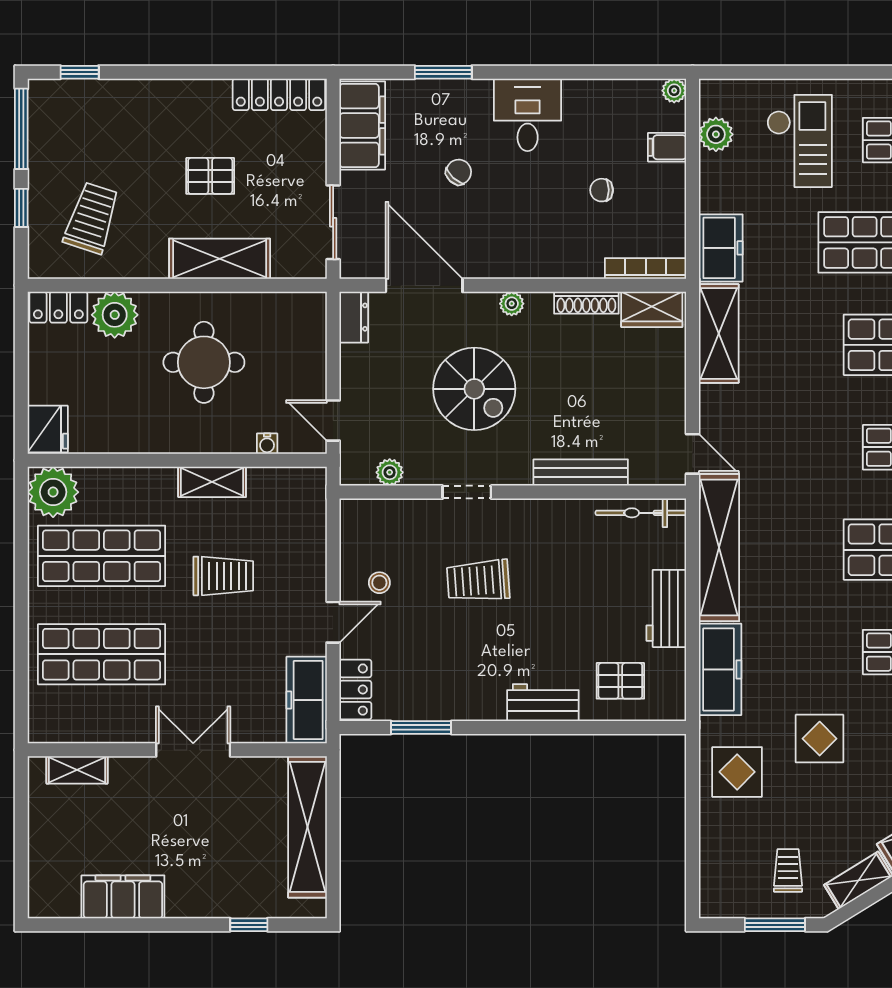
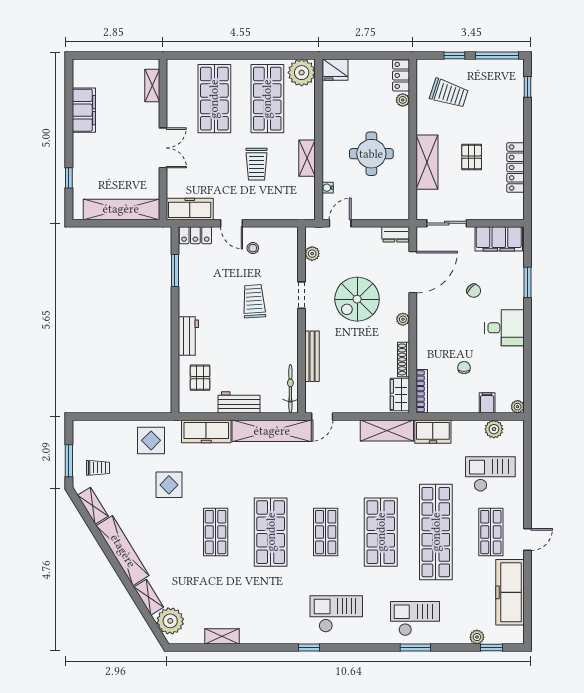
locker: (279, 94) -> (515, 168), moved
checkout: (799, 141) -> (490, 474), turned 180
plant: (115, 315) -> (403, 100), width x0.53, depth x0.53

